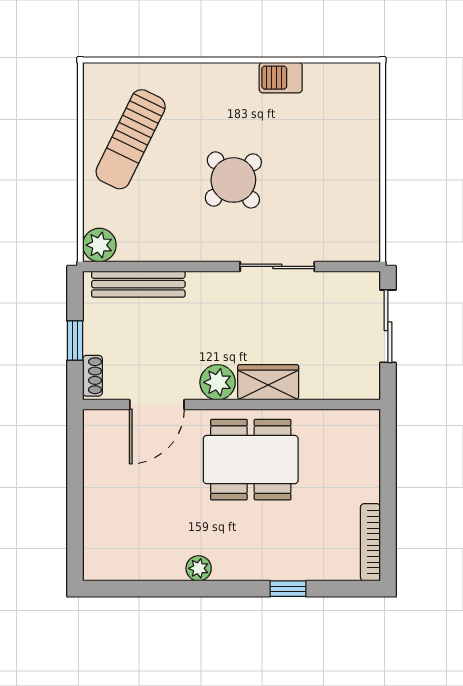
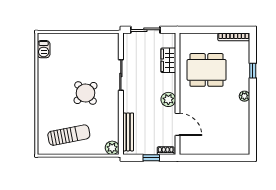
barbecue: (281, 78) -> (44, 49), moved
sun lounger: (131, 139) -> (69, 135), turned -37
wardrobe: (268, 382) -> (168, 60), moved
dining table: (251, 460) -> (207, 70), moved, turned 90
plant: (199, 568) -> (244, 96), moved

